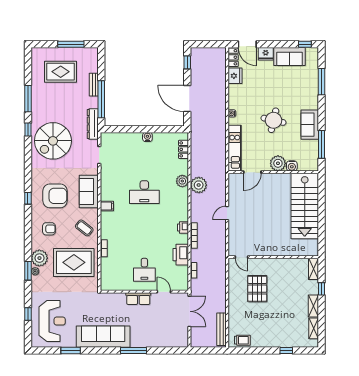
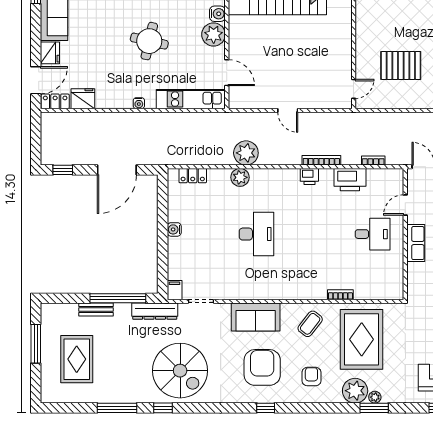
filing cabinet: (107, 206) -> (175, 290), moved

